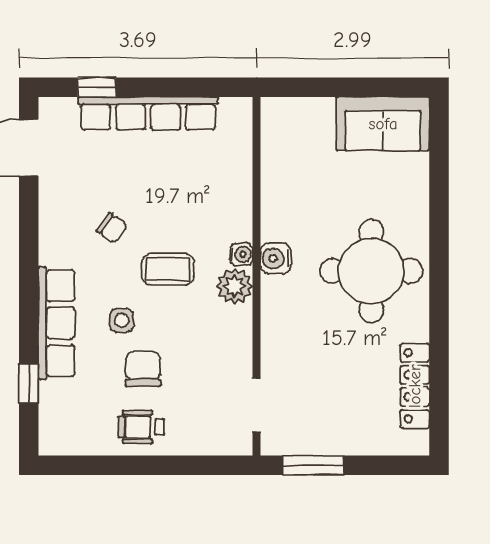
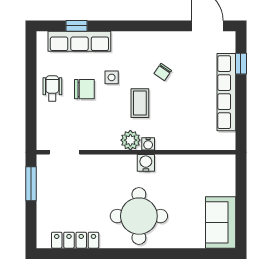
row of seats: (57, 323) -> (79, 41), moved

